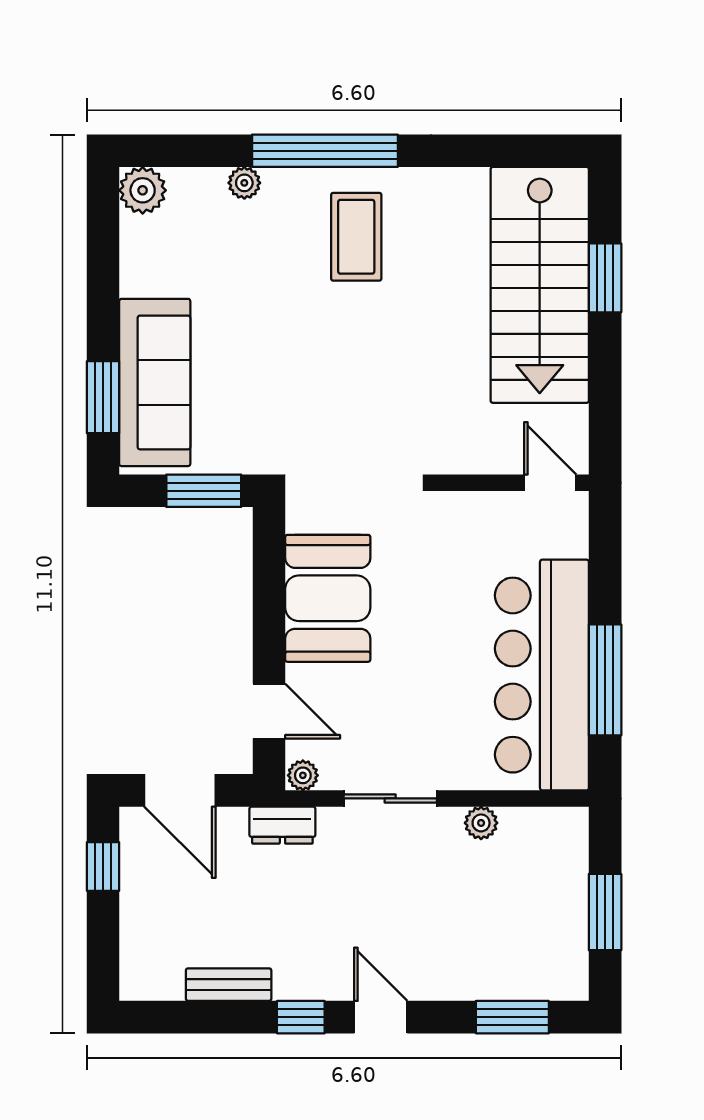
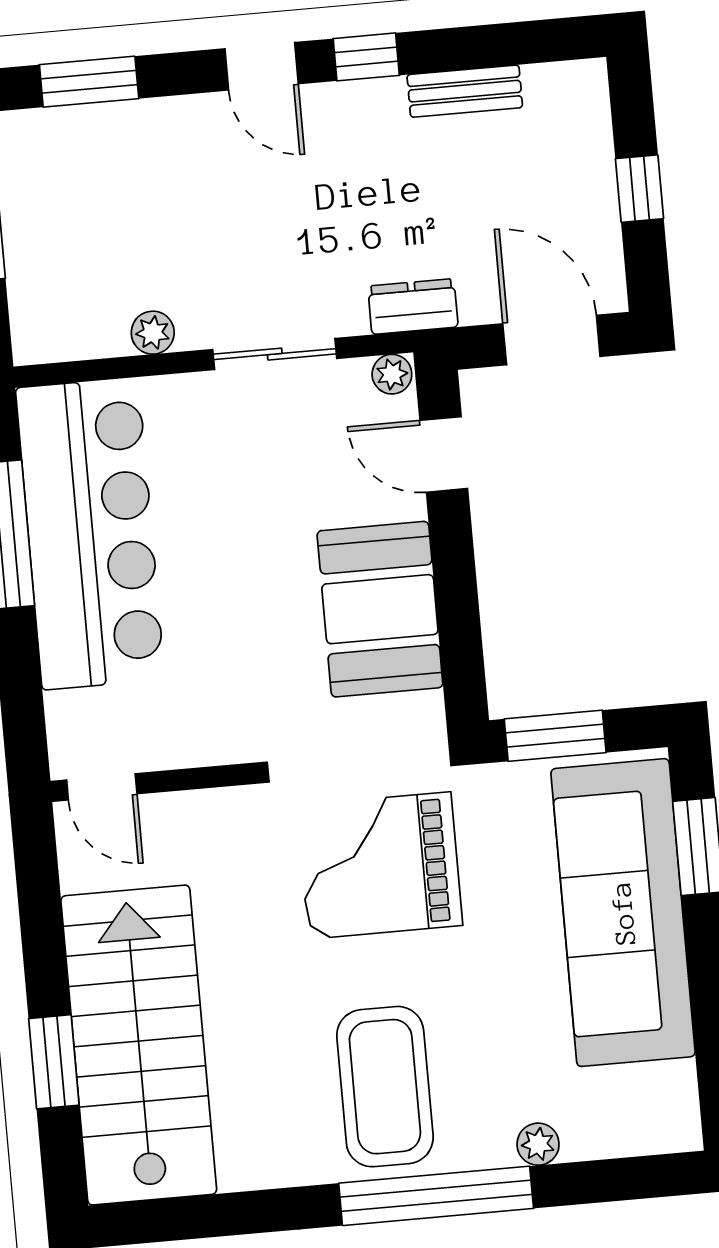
plant: (143, 190) -> (671, 1123), removed
coffee table: (356, 237) -> (385, 1087), width x1.36, depth x1.32
sofa: (155, 382) -> (623, 913), width x1.36, depth x1.27
grand piano: (345, 404) -> (380, 865), added
window: (103, 866) -> (639, 189), moved

